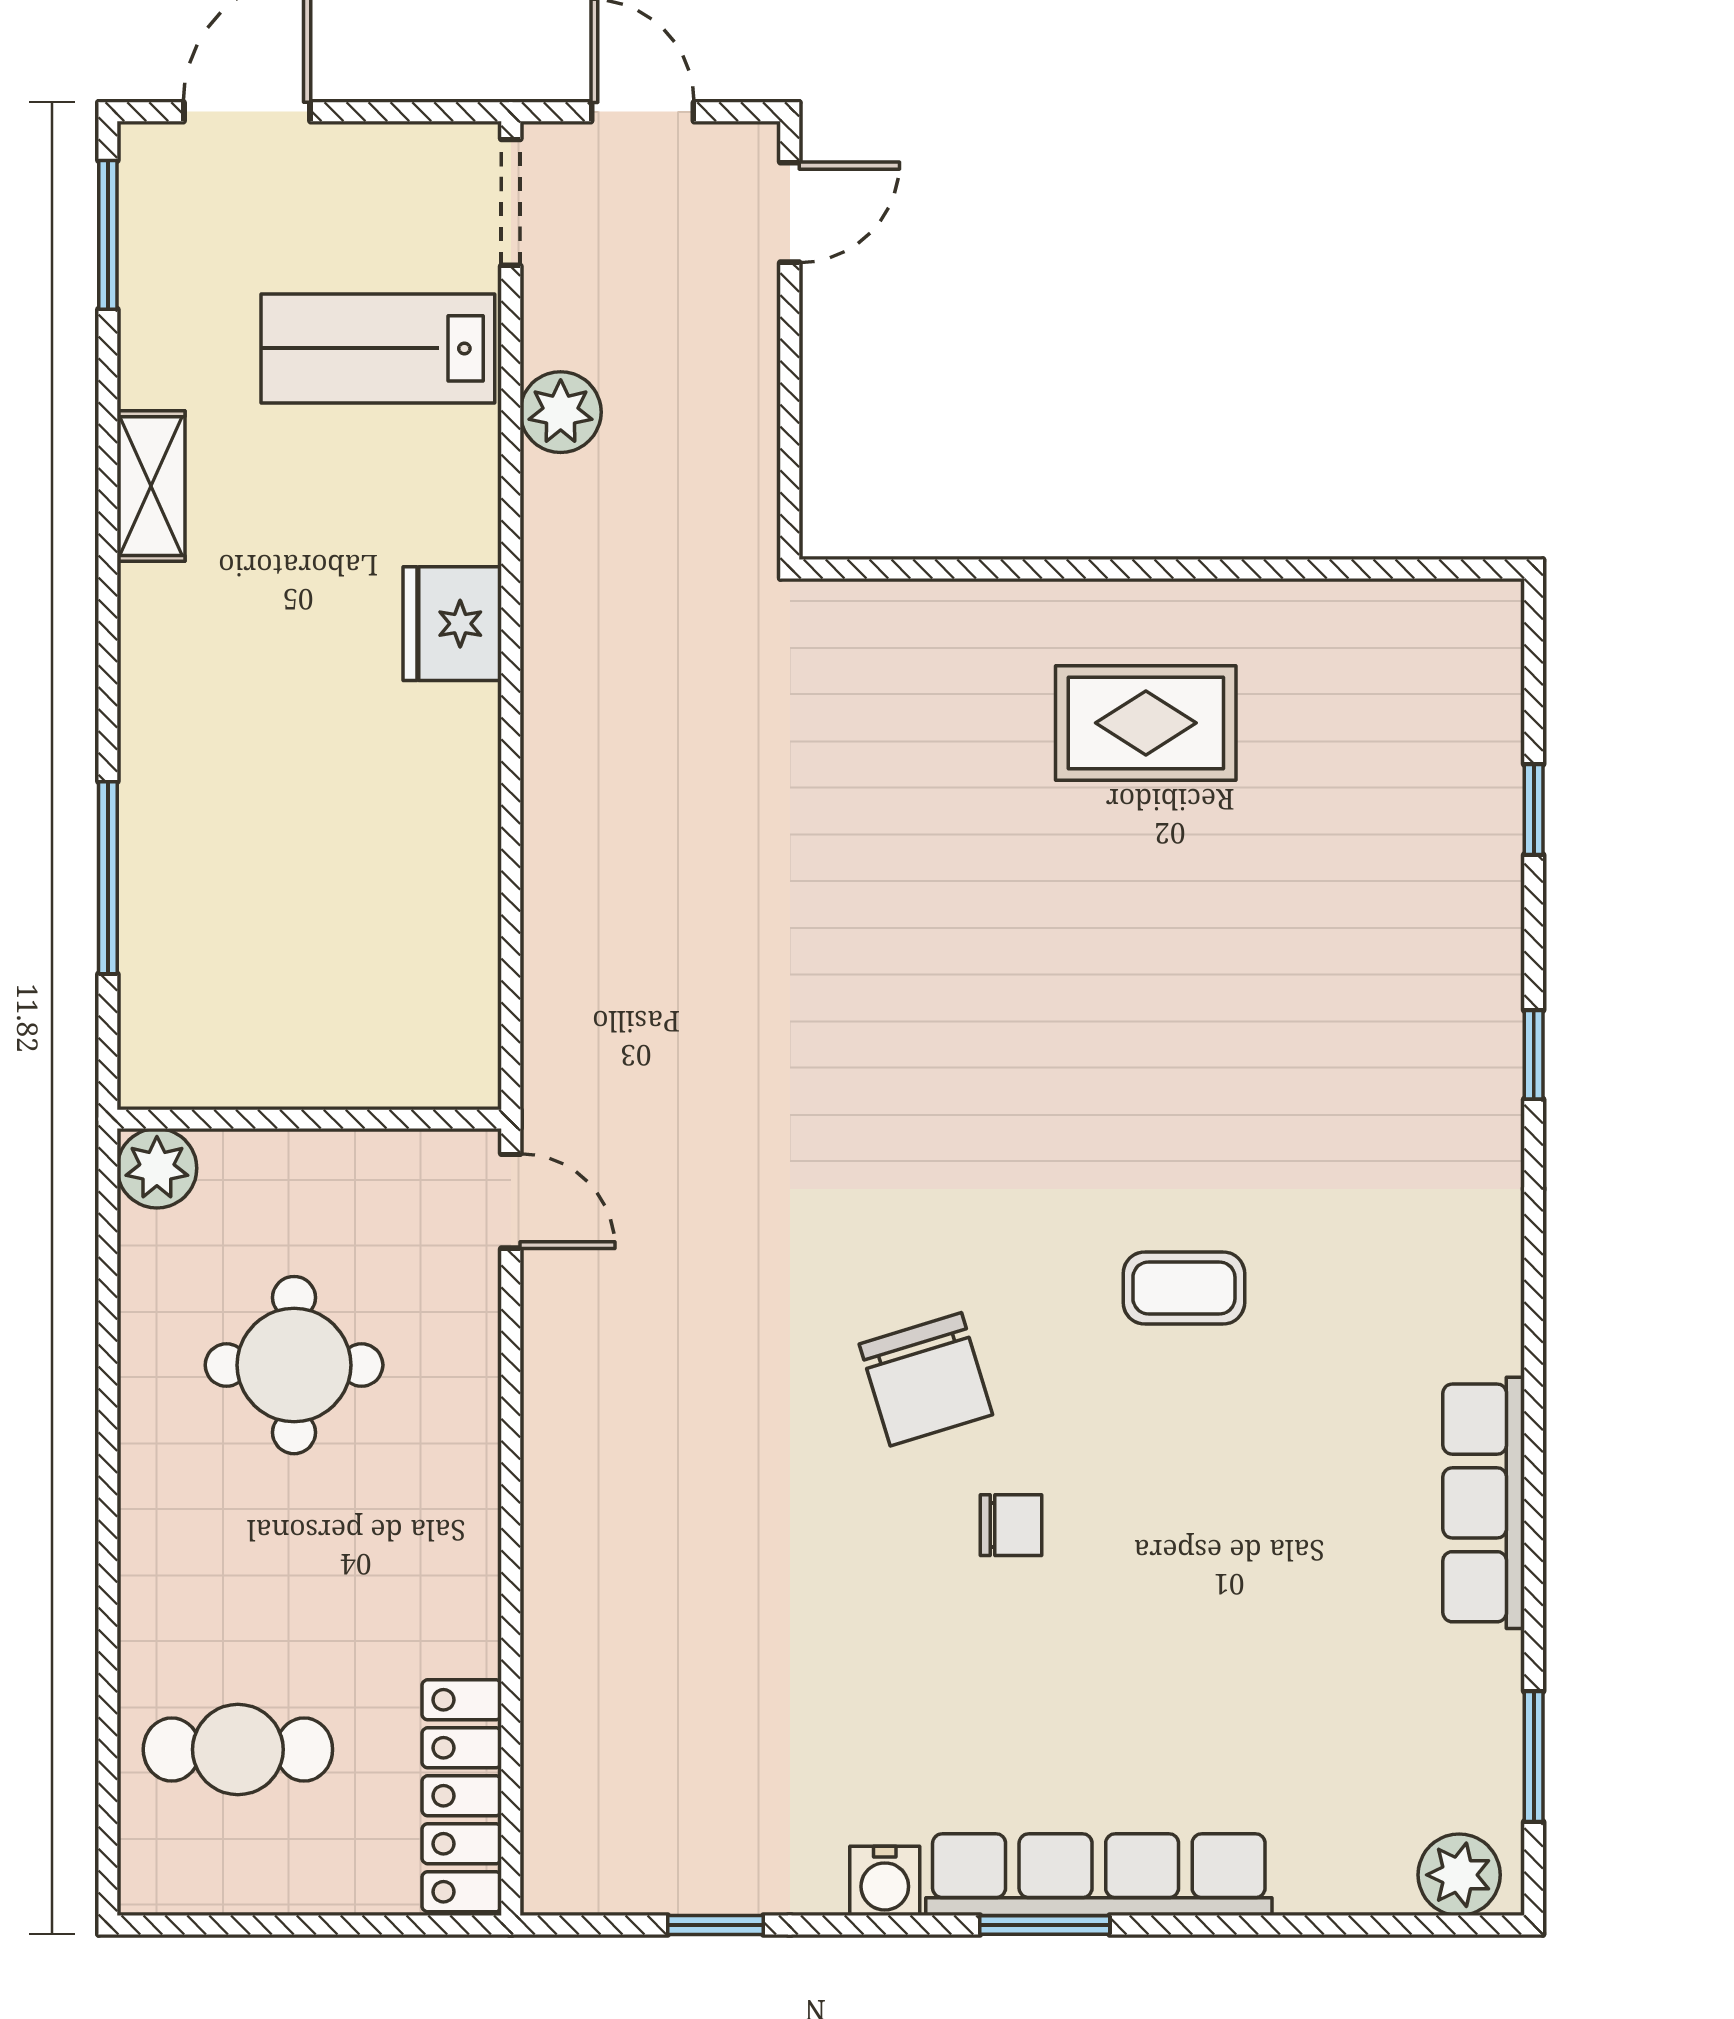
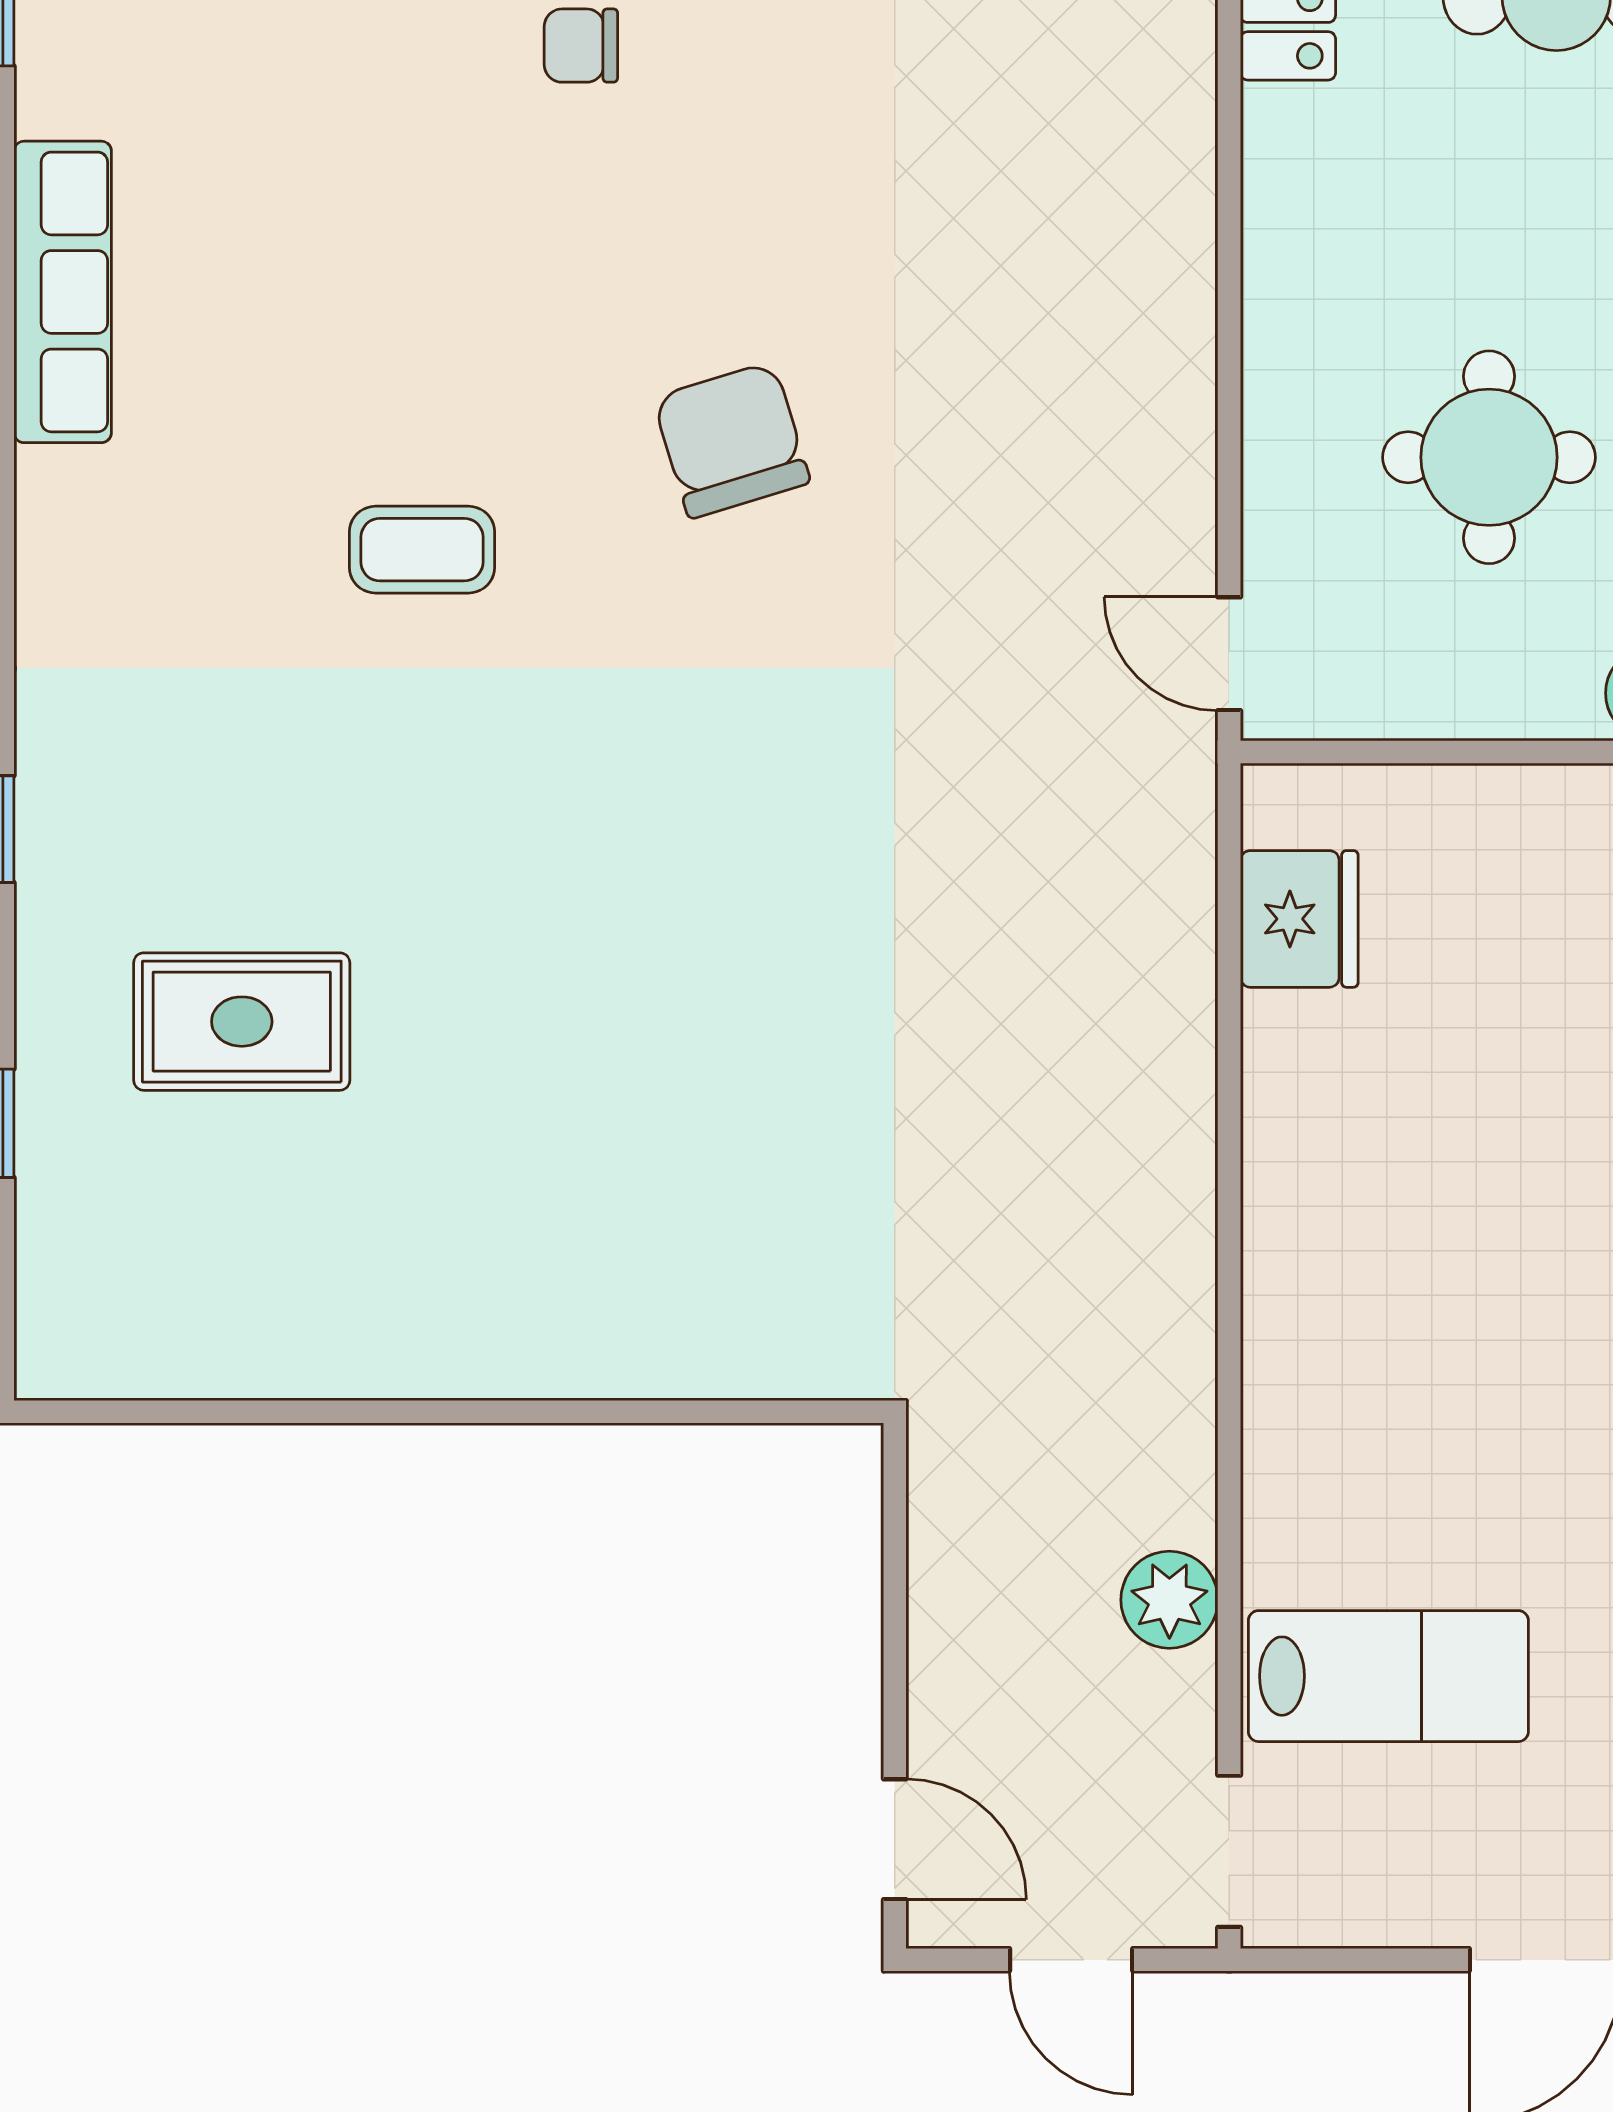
door: (790, 212) -> (895, 1839), swing flipped
fridge: (452, 624) -> (1299, 919), moved
rug: (1146, 723) -> (242, 1022), moved
chair: (1011, 1525) -> (581, 46), moved

